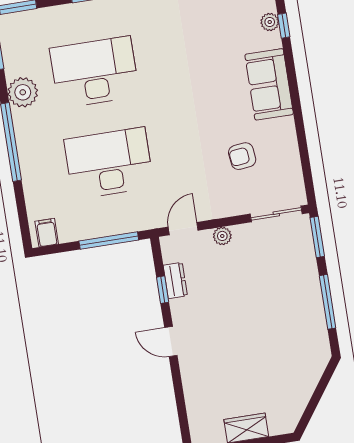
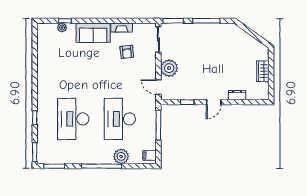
plant: (23, 92) -> (121, 156), moved
fireplace: (288, 139) -> (122, 28), added
plant: (222, 236) -> (169, 68), width x1.87, depth x1.87
dresser: (175, 281) -> (237, 95), moved

